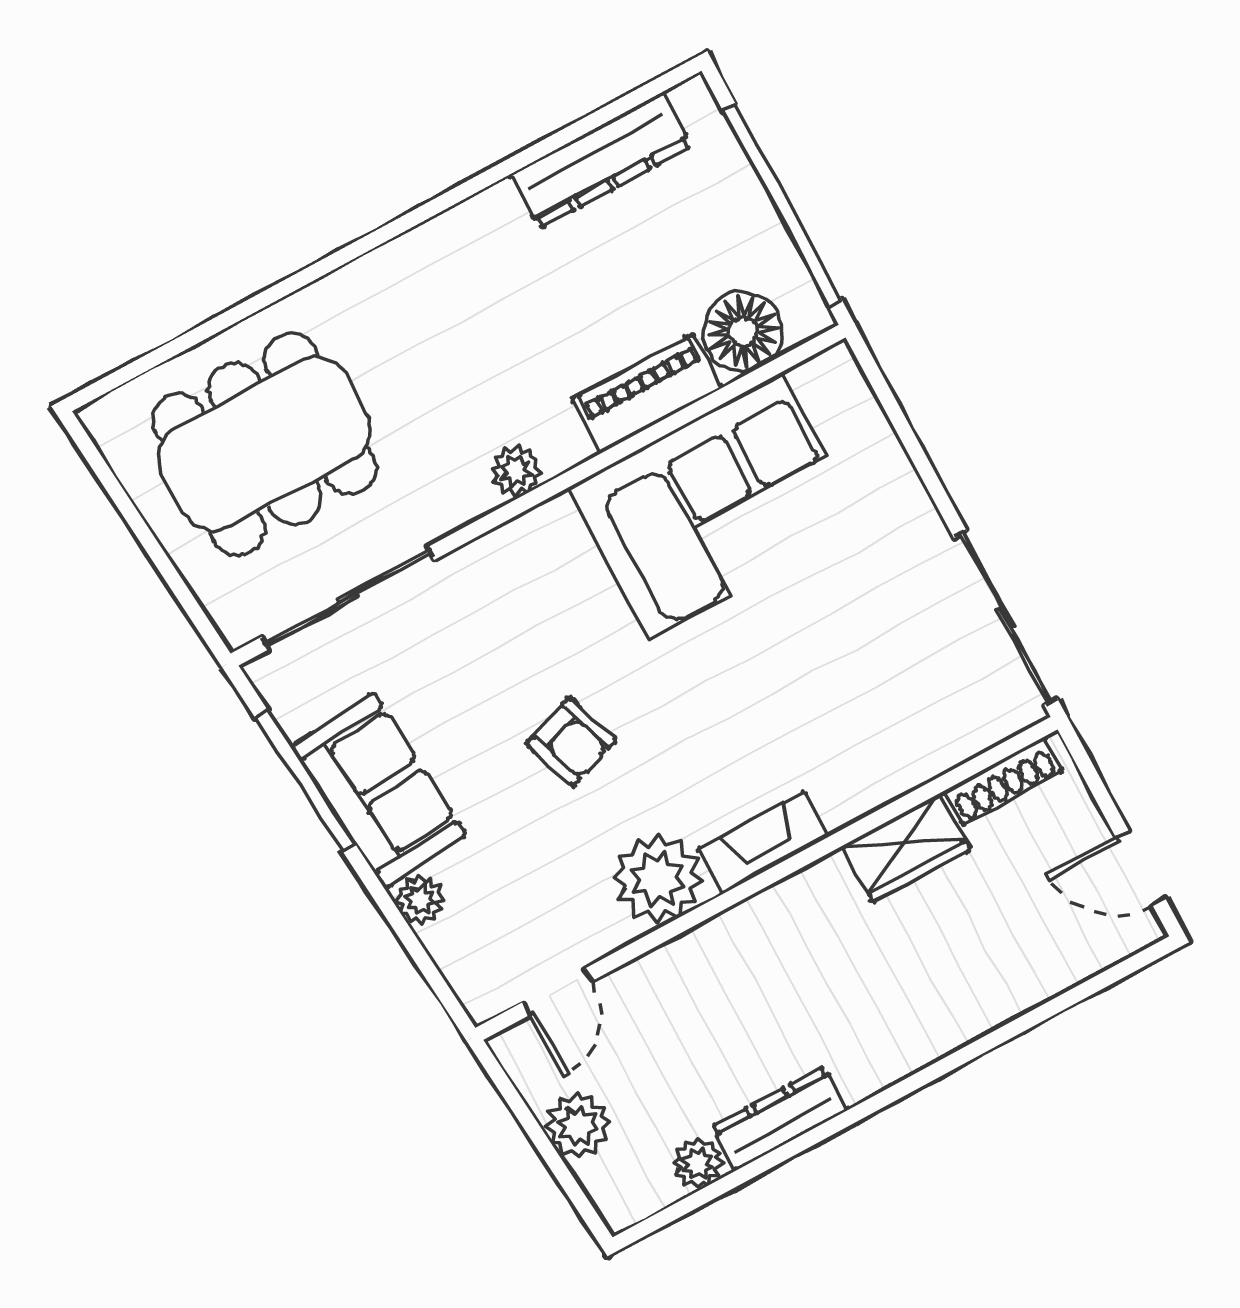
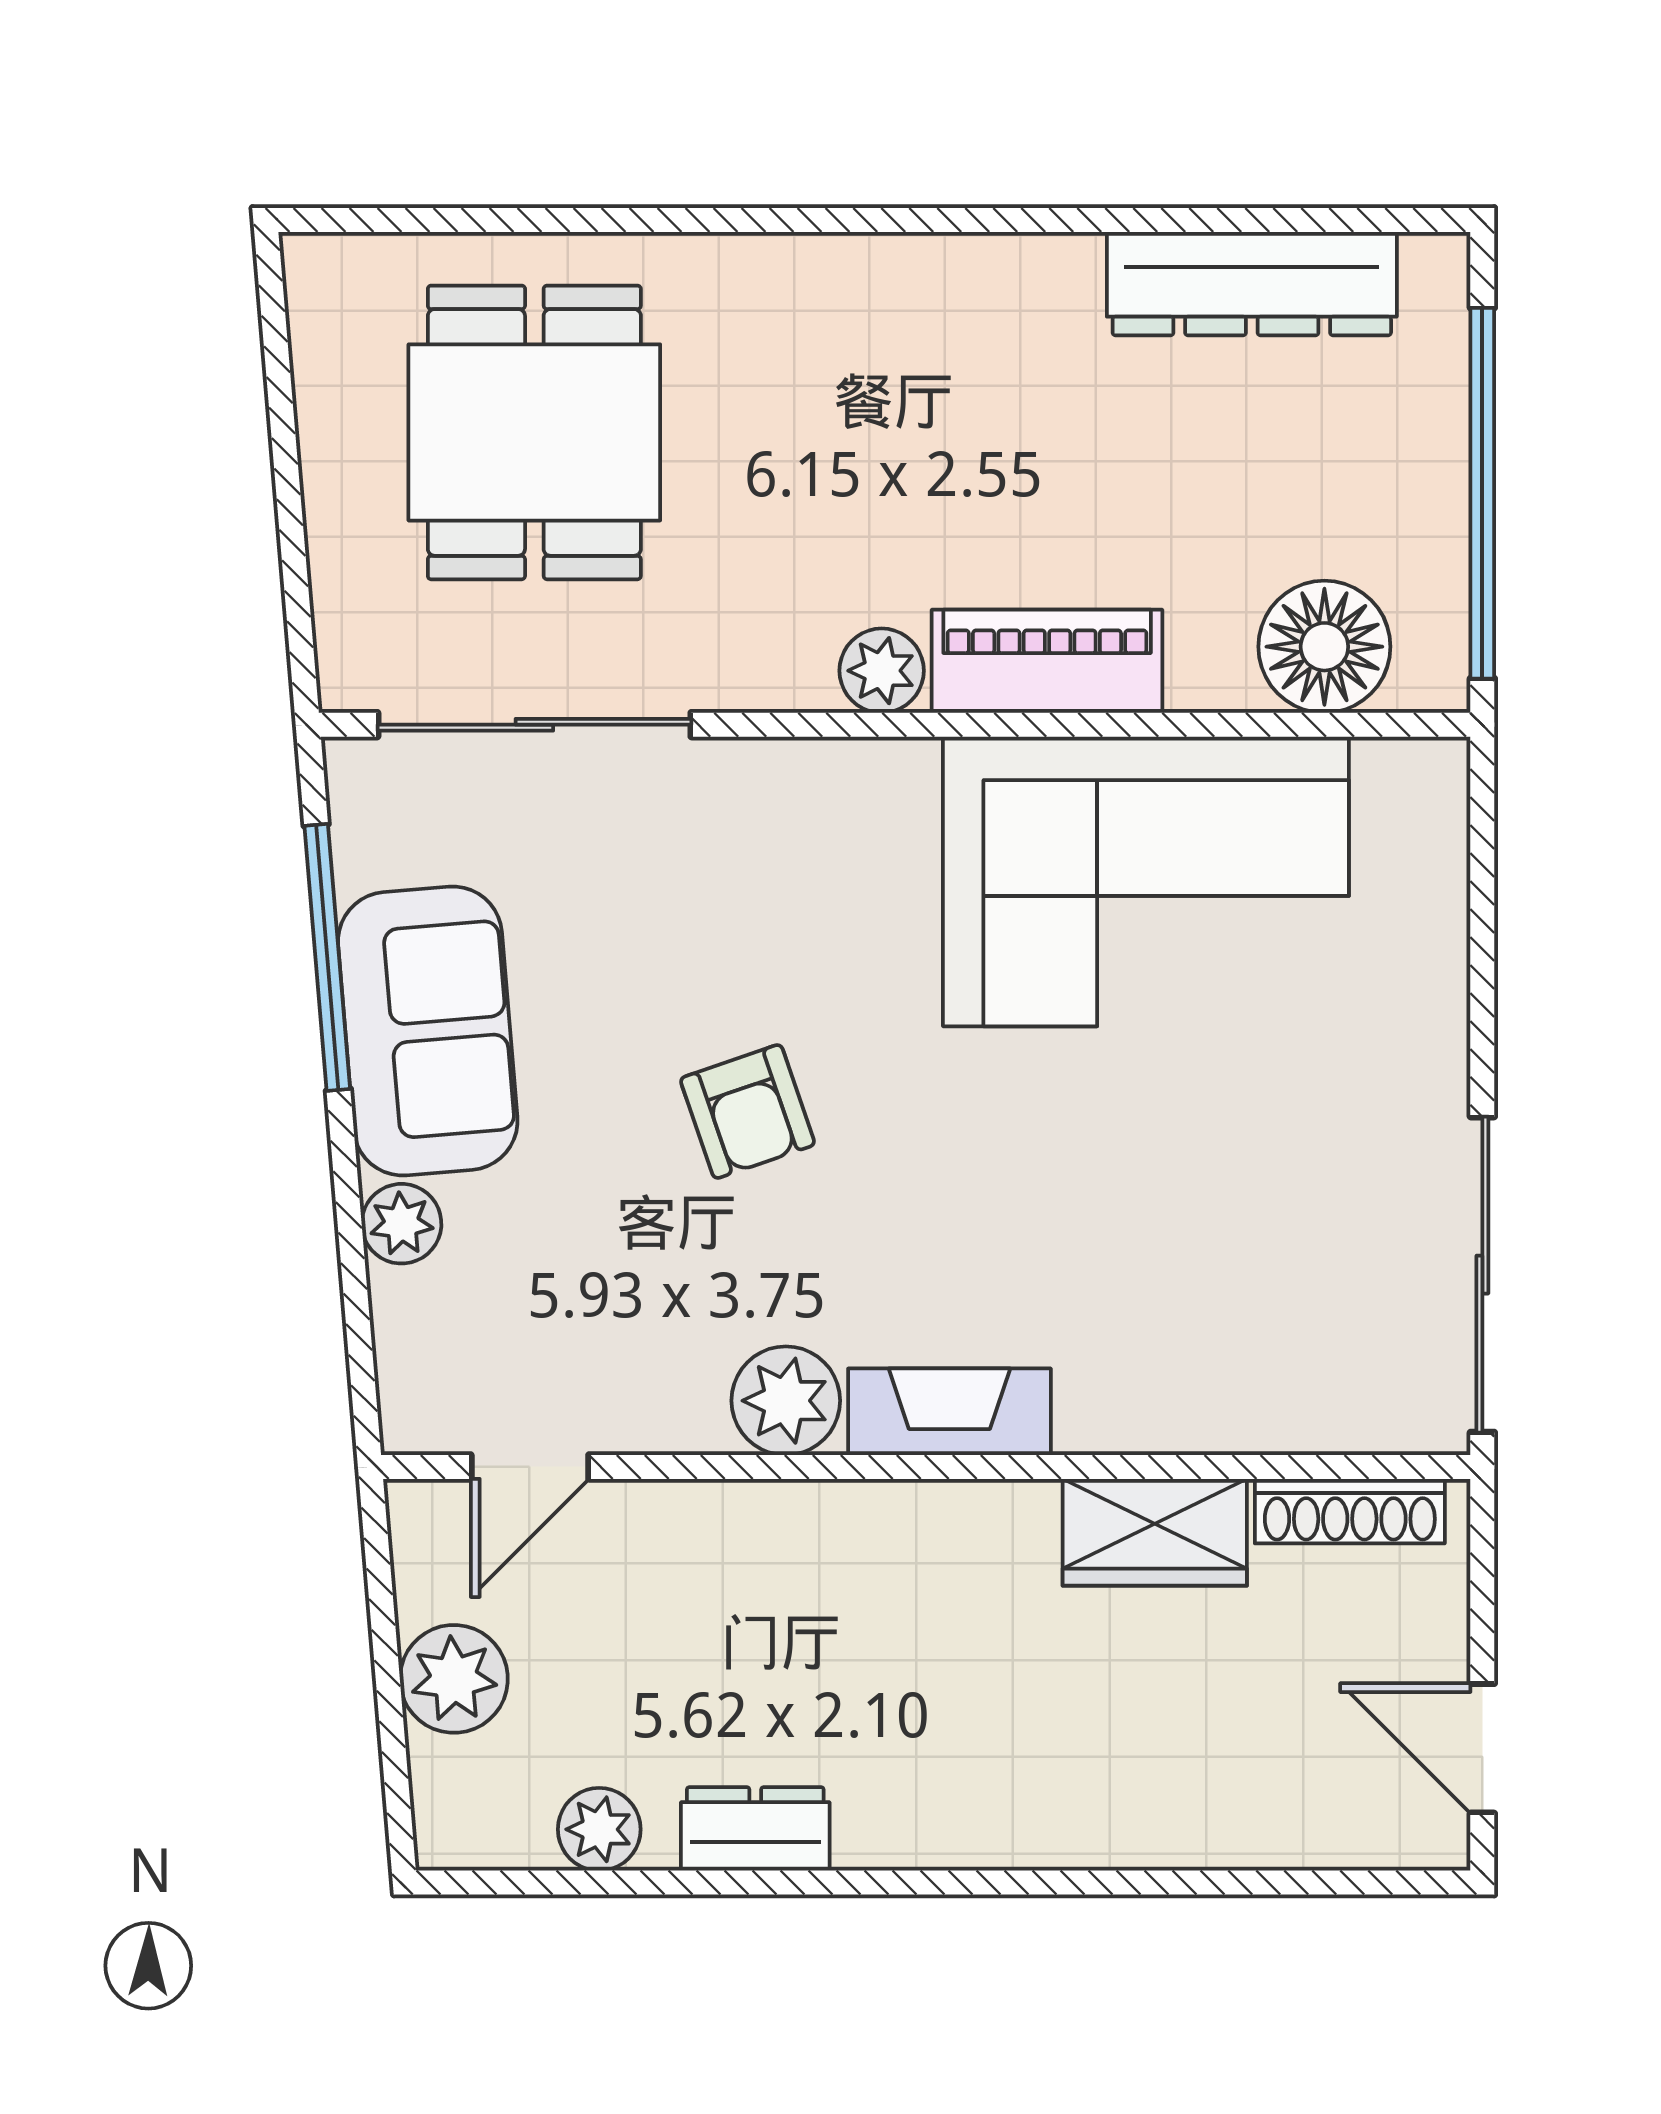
piano: (647, 393) -> (1047, 661), moved
dining table: (264, 444) -> (534, 432), width x0.73
plant: (658, 879) -> (786, 1401), width x0.73, depth x0.73
dresser: (780, 1118) -> (755, 1829), width x0.70

